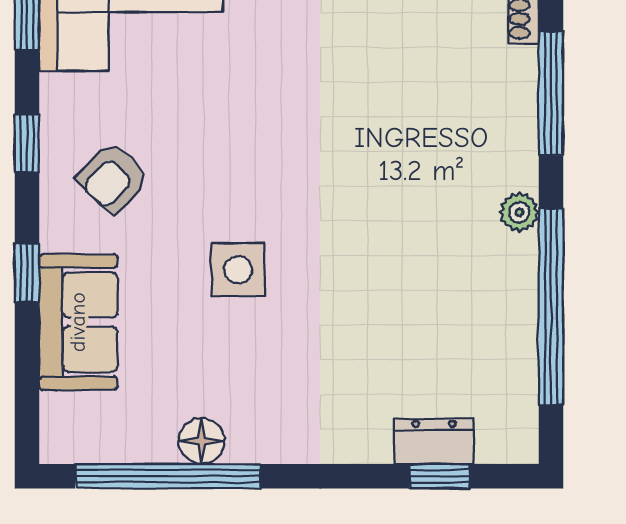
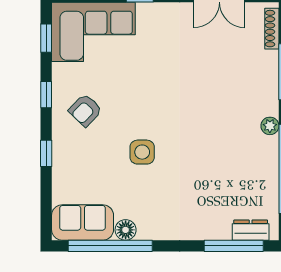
sofa: (78, 322) -> (83, 222), moved, turned -90
dresser: (434, 442) -> (251, 230), moved
window: (440, 476) -> (234, 246), width x2.17

